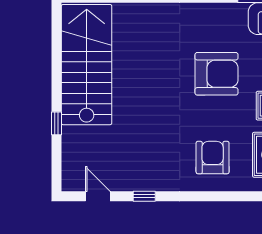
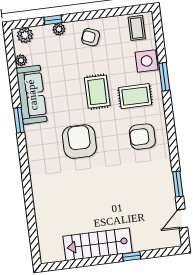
stairs: (87, 65) -> (98, 244), width x0.73, depth x0.66
window: (144, 196) -> (178, 184), width x1.50

